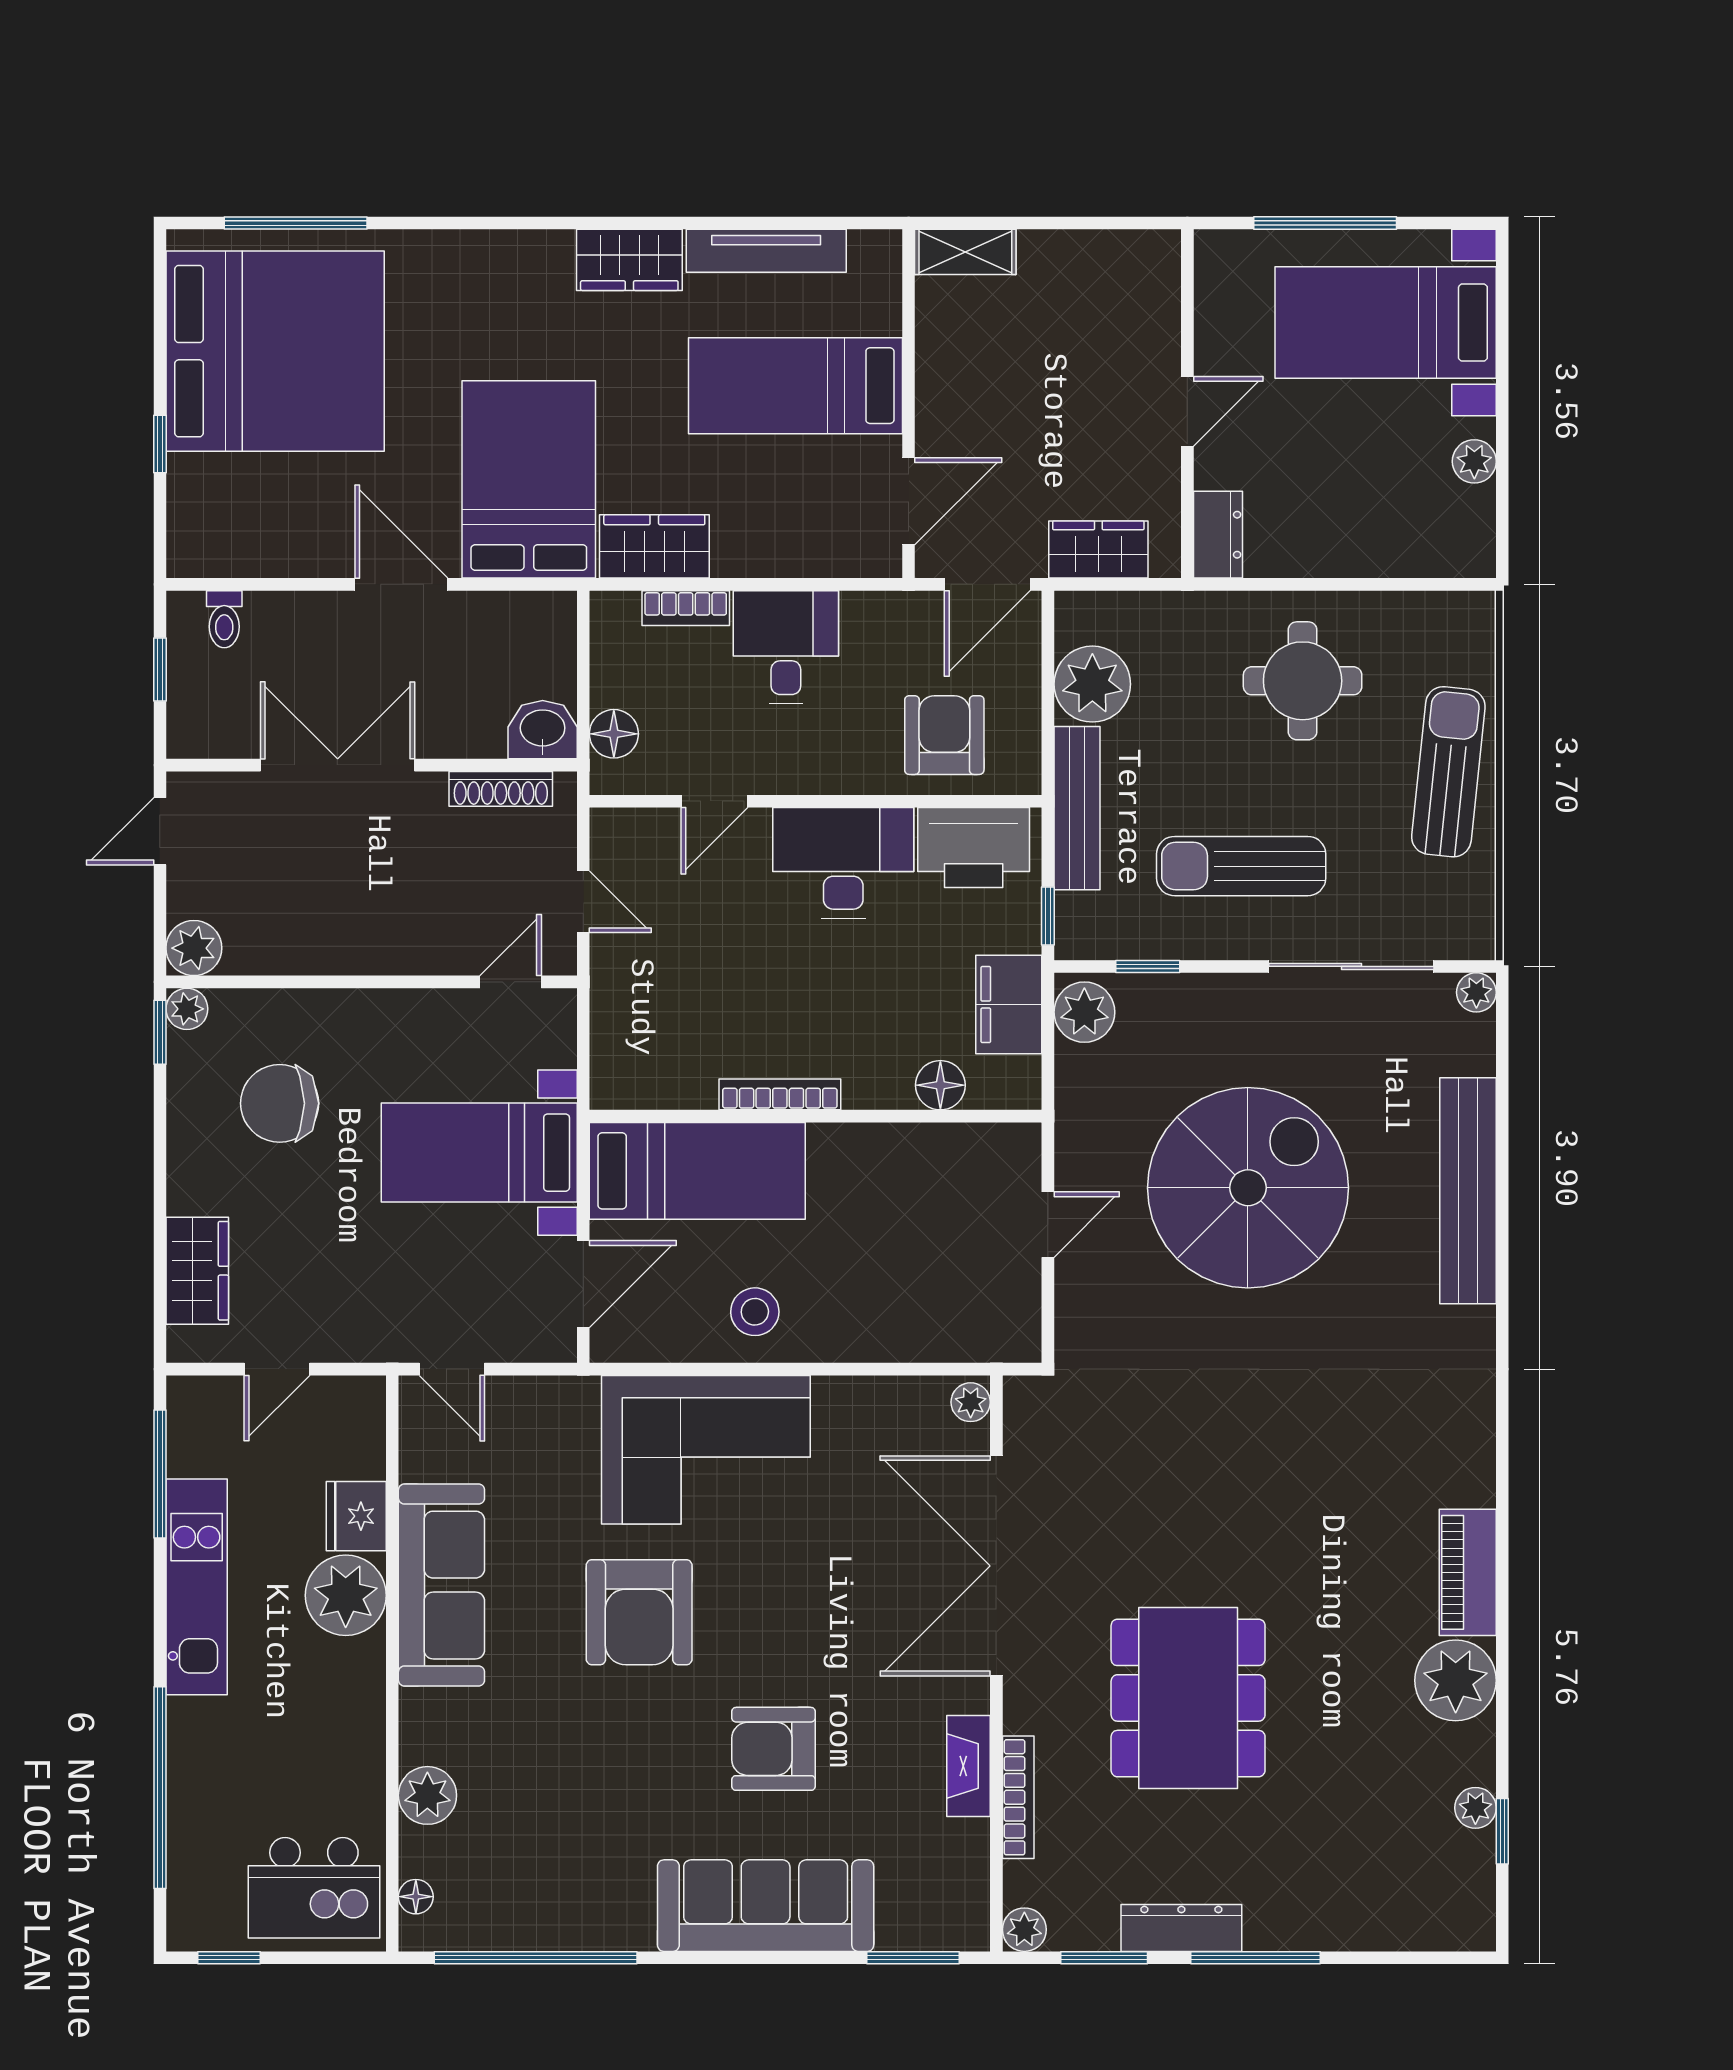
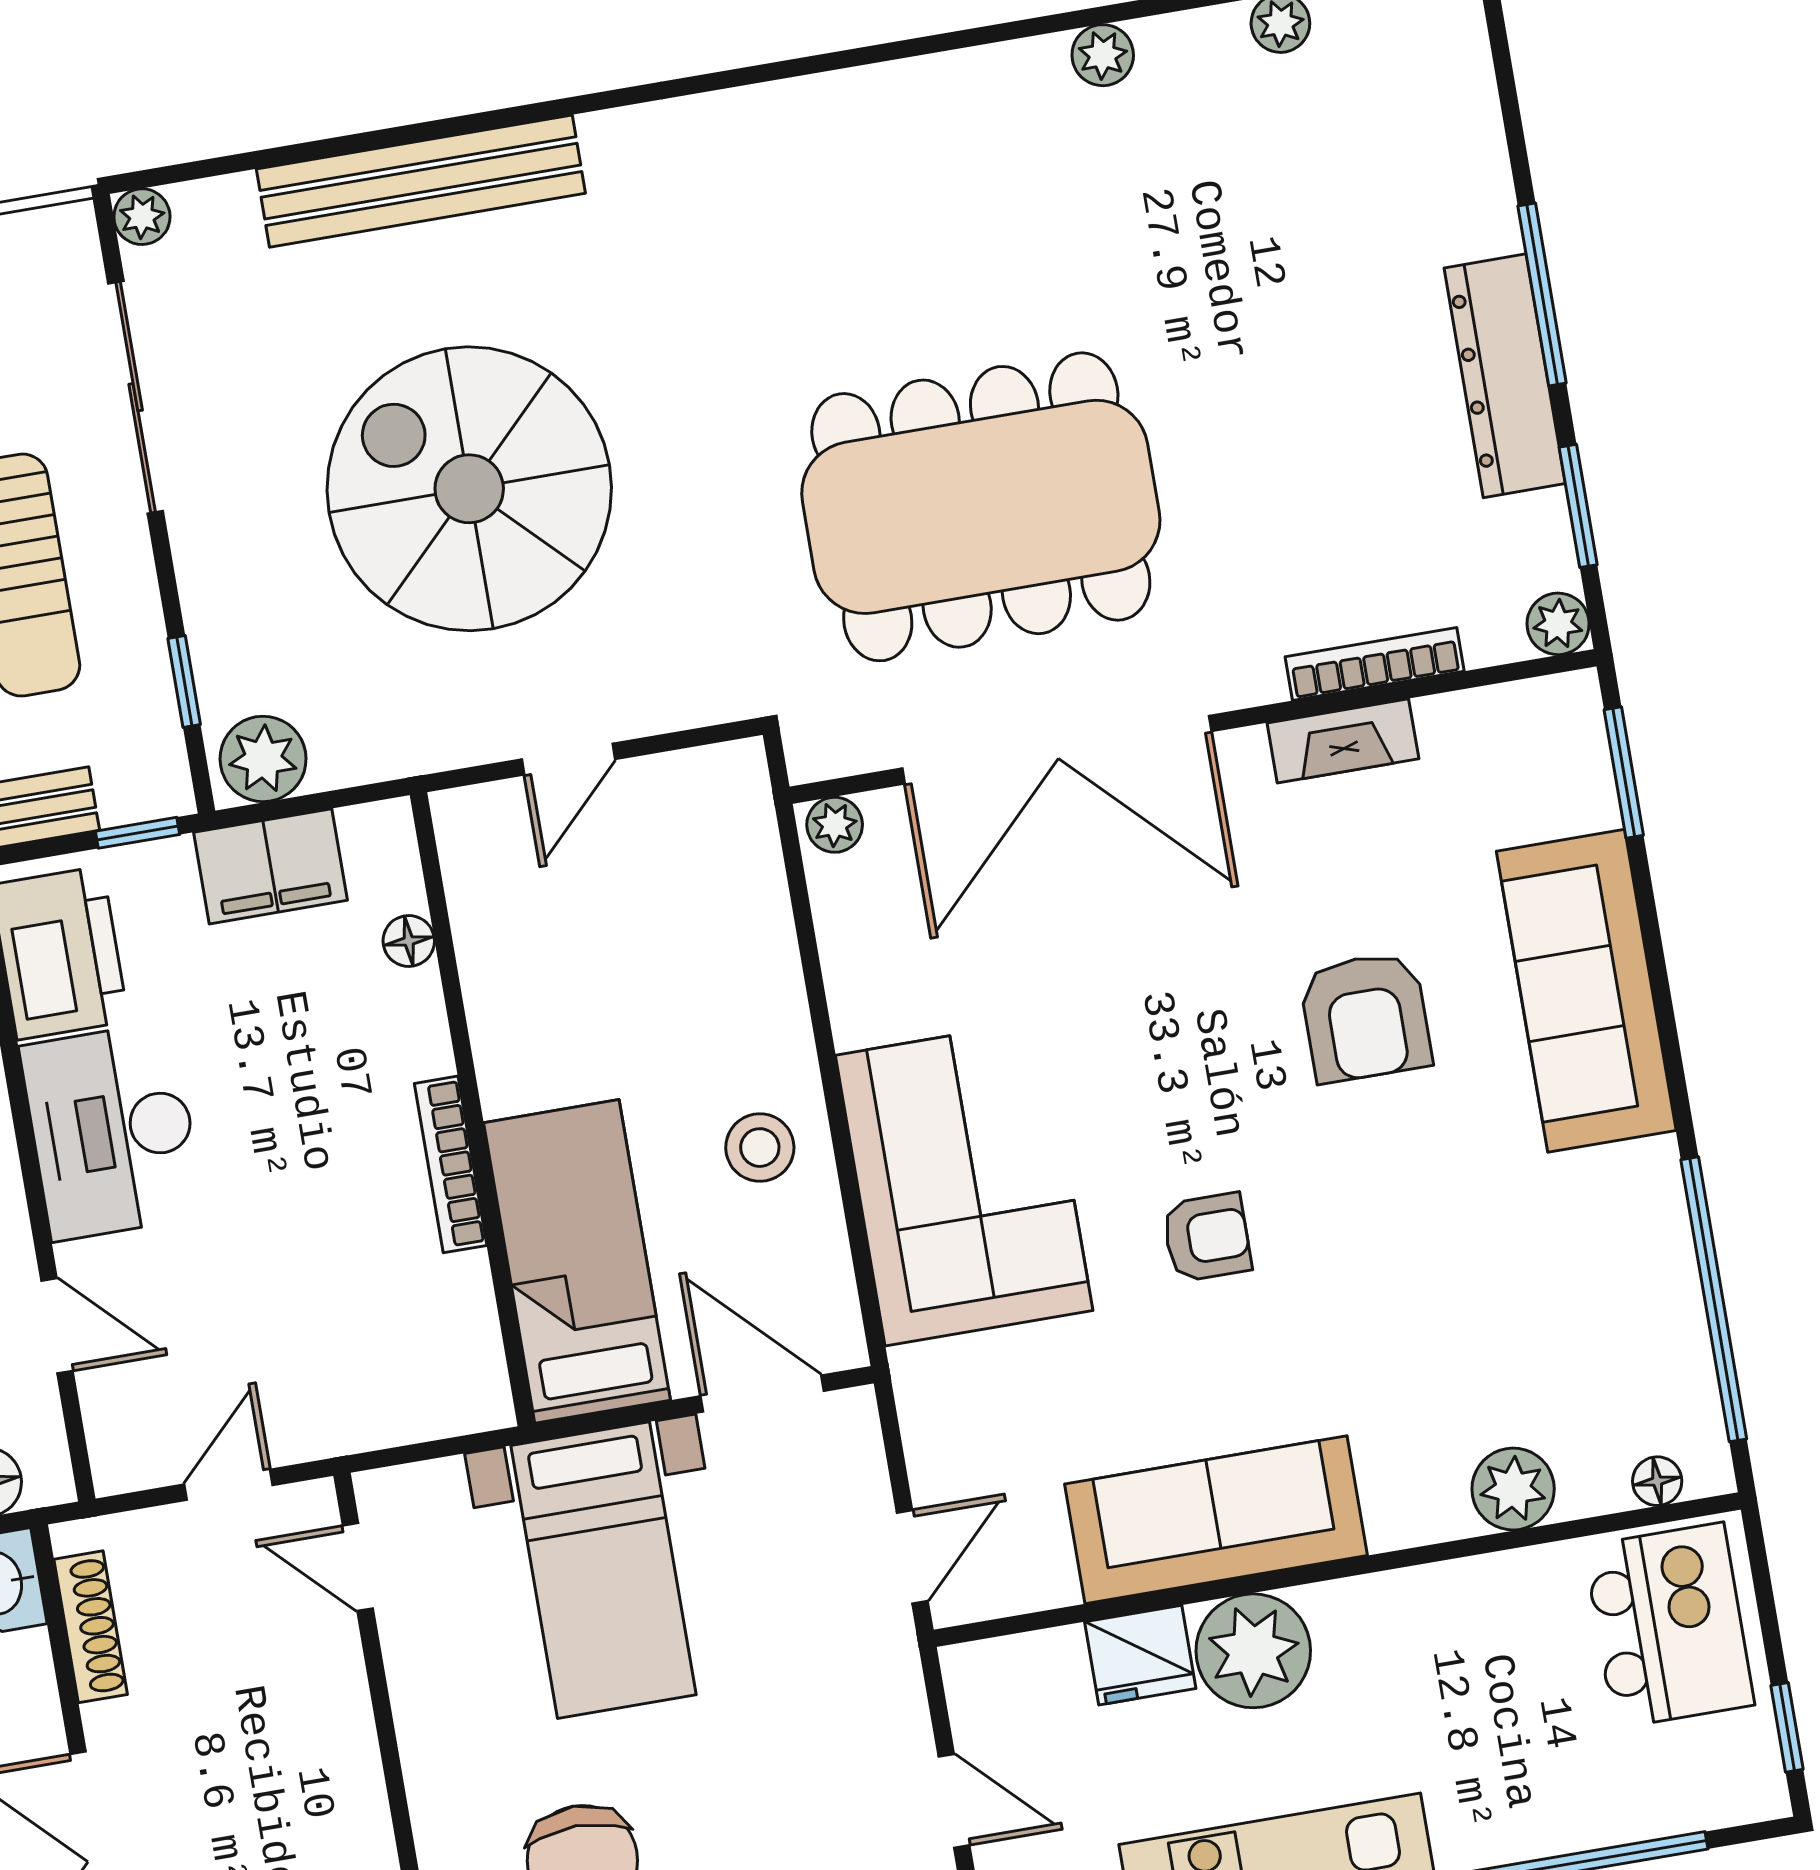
floor lamp: (940, 1085) -> (409, 941), width x0.73, depth x0.73
door: (1048, 1225) -> (568, 759), swing flipped
piano: (1468, 1572) -> (954, 90), removed
armchair: (639, 1612) -> (1207, 1237), width x0.53, depth x0.53
plant: (1456, 1680) -> (1103, 55), width x0.53, depth x0.53
dining table: (1188, 1698) -> (981, 507), moved, width x1.36, depth x1.24
dresser: (1181, 1928) -> (1505, 376), width x1.37, depth x1.24

